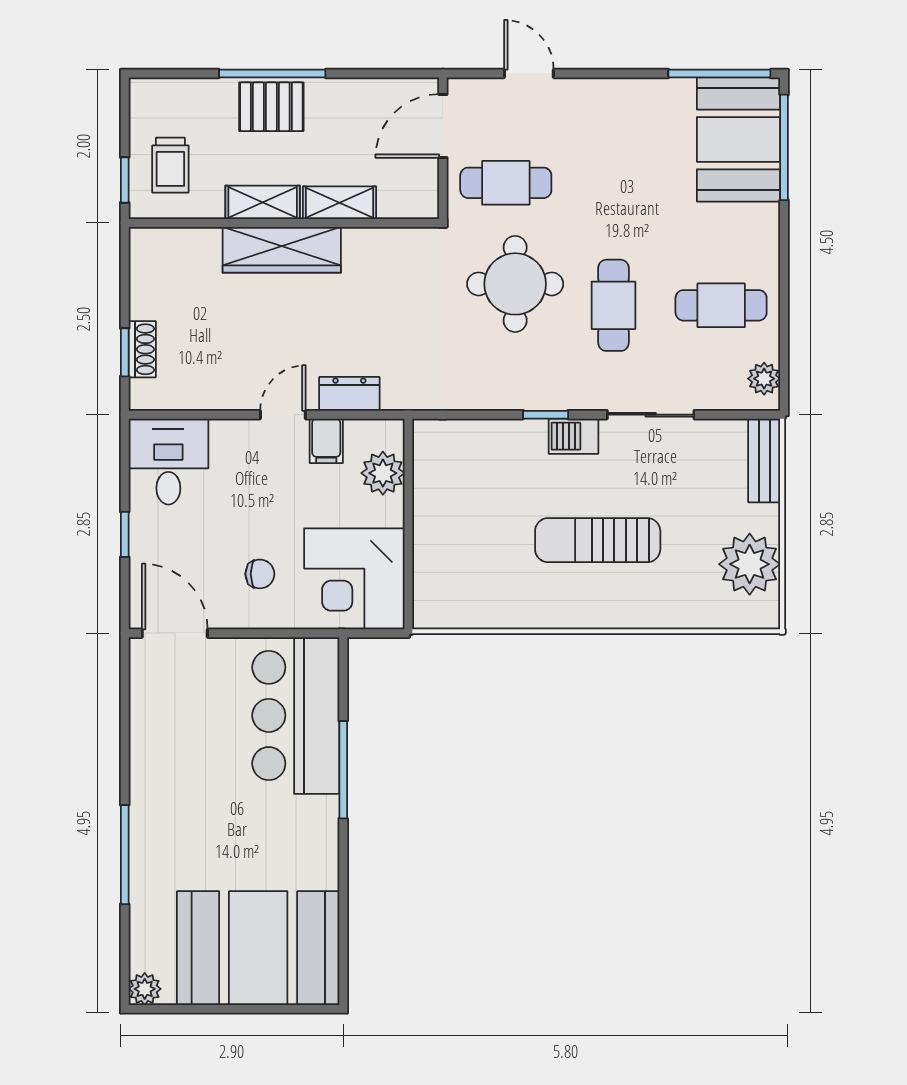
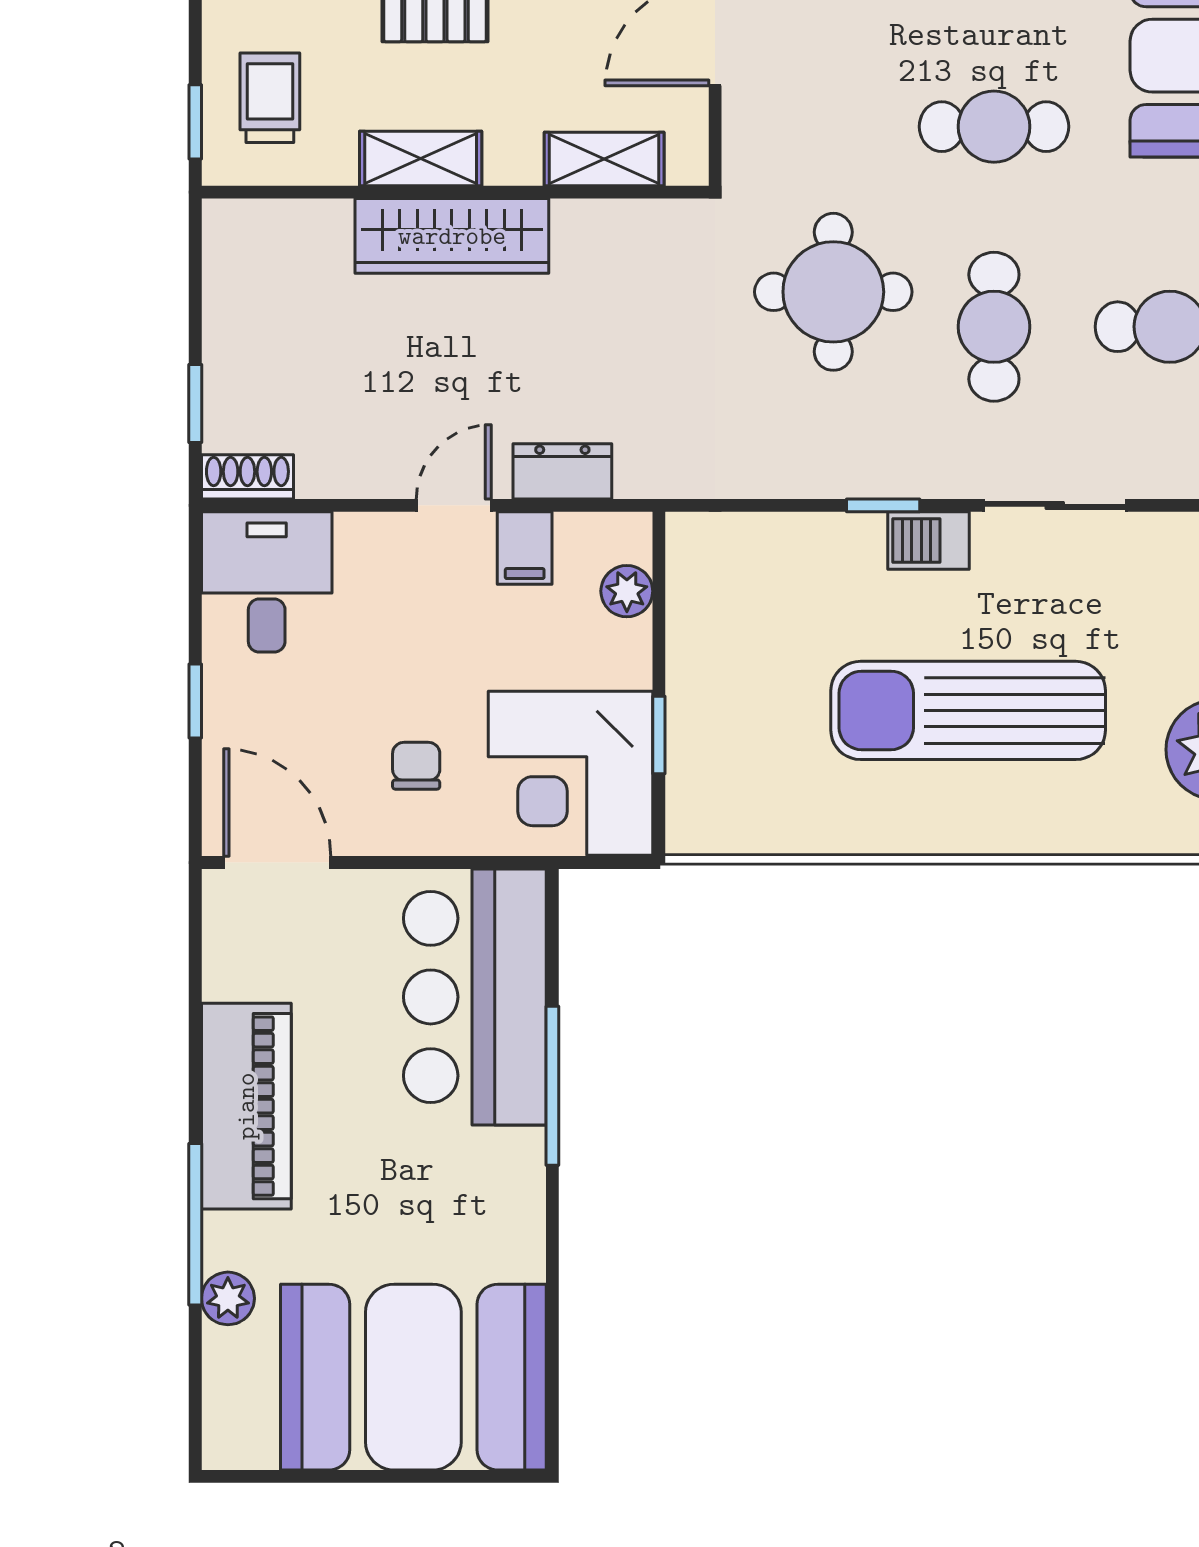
trolley: (170, 165) -> (270, 98), turned 180
cafe table: (506, 183) -> (994, 127), moved
shelving: (340, 203) -> (604, 159), moved
shoe rack: (142, 349) -> (247, 477), moved, turned -90
plant: (383, 473) -> (627, 591), width x0.73, depth x0.73
sun lounger: (598, 540) -> (968, 710), width x1.36, depth x1.34
window: (408, 555) -> (659, 735), added
chair: (260, 574) -> (416, 766), turned -90
piano: (156, 782) -> (246, 1106), added
plant: (145, 989) -> (228, 1298), moved

